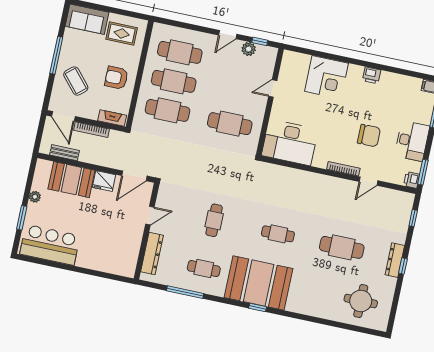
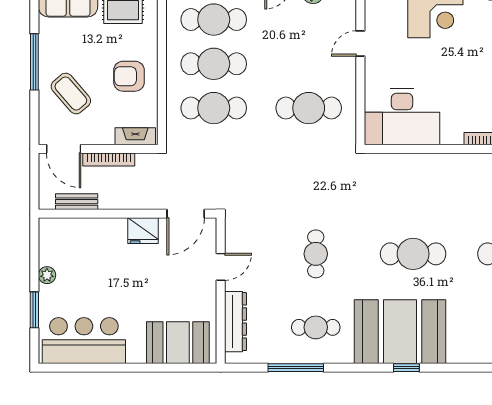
booth: (71, 180) -> (178, 343), moved
cafe table: (278, 234) -> (413, 254), width x1.37, depth x1.35

